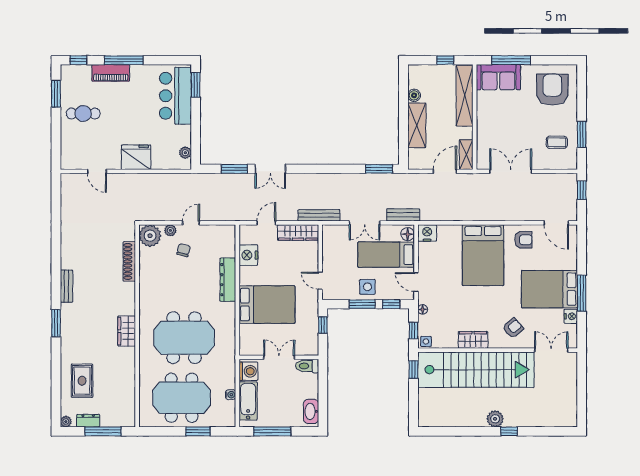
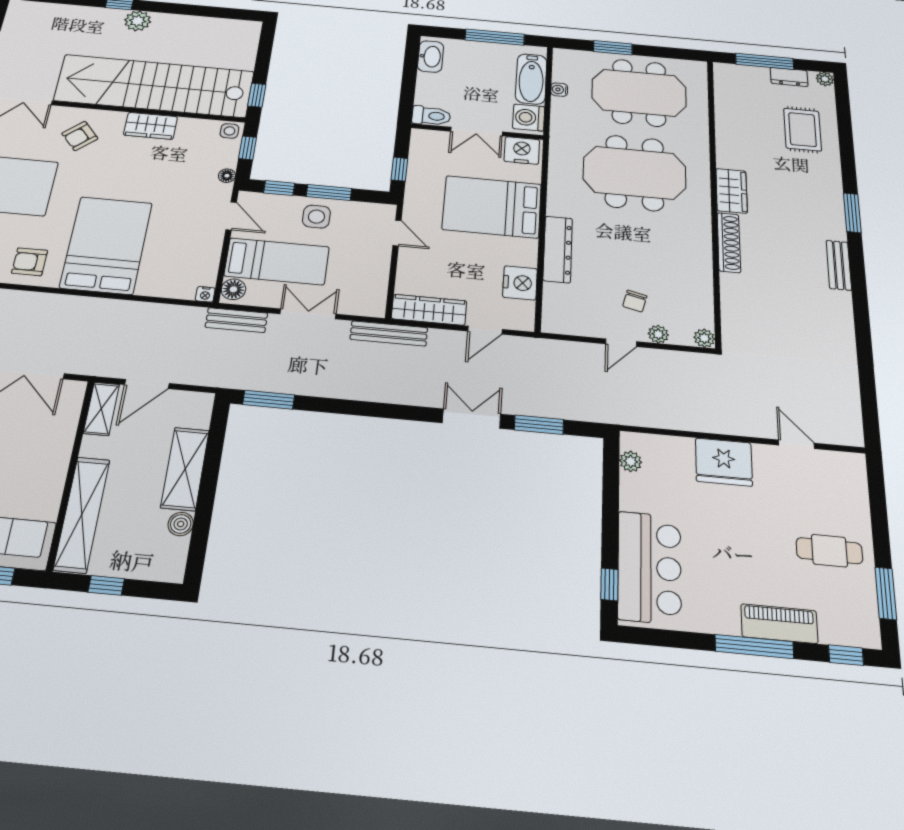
window: (196, 85) -> (609, 584), width x0.67
nightstand: (427, 233) -> (205, 294), width x0.53, depth x0.56
plant: (150, 236) -> (704, 338), width x0.53, depth x0.53
shoe rack: (129, 261) -> (729, 242), moved
nightstand: (251, 346) -> (522, 150), added

